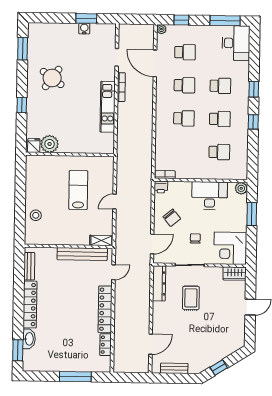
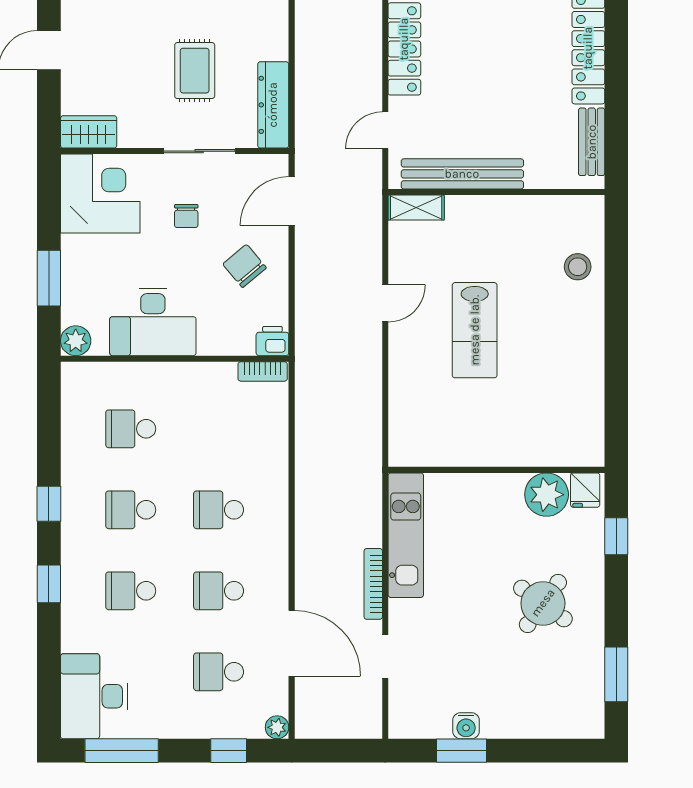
plant: (50, 144) -> (547, 495), moved
fridge: (34, 146) -> (585, 490), moved
wall: (70, 154) -> (496, 470), moved

